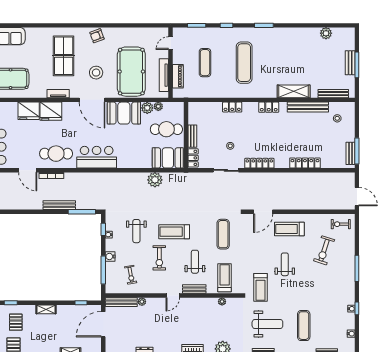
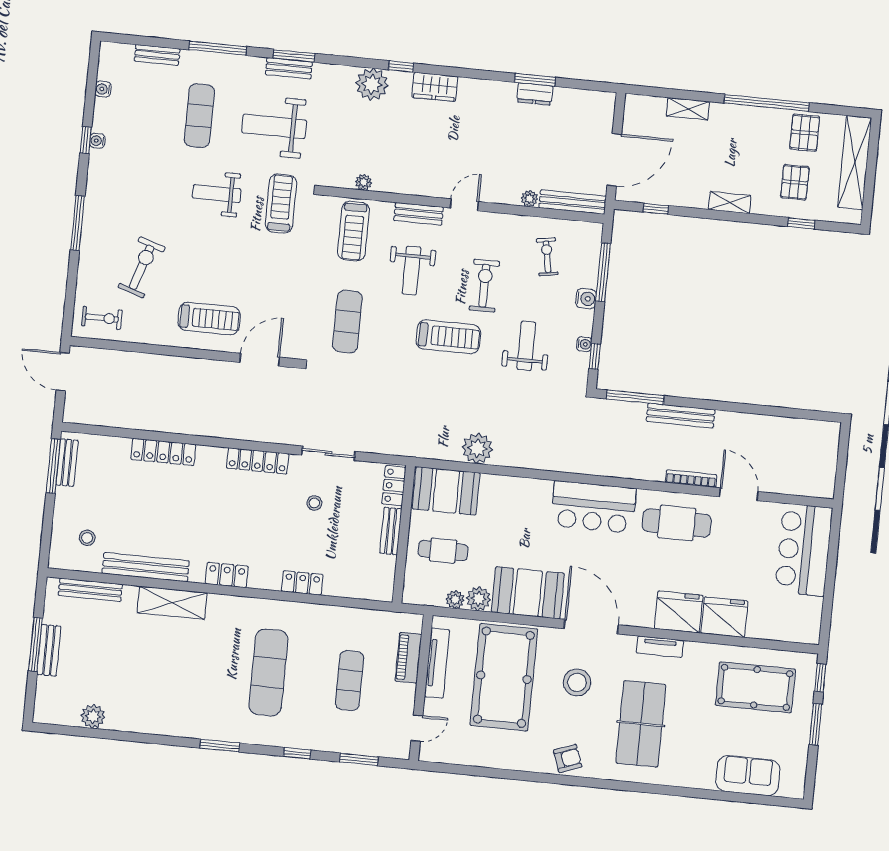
cafe table: (166, 129) -> (443, 551), width x0.73, depth x0.74
weight bench: (285, 264) -> (217, 194), moved, turned 90

